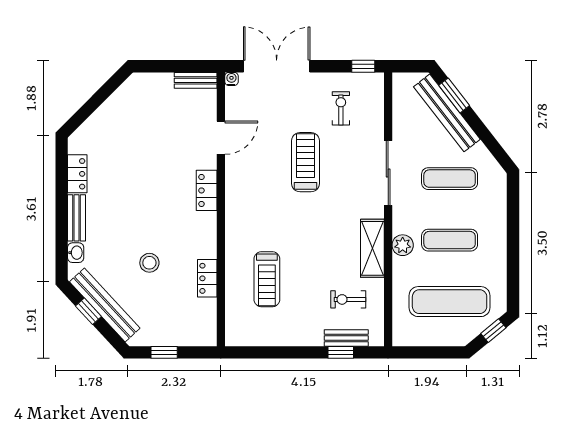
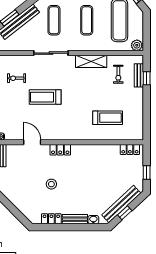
plant: (403, 245) -> (137, 45), moved
stool: (149, 263) -> (51, 184), moved
locker: (207, 278) -> (130, 149), moved

